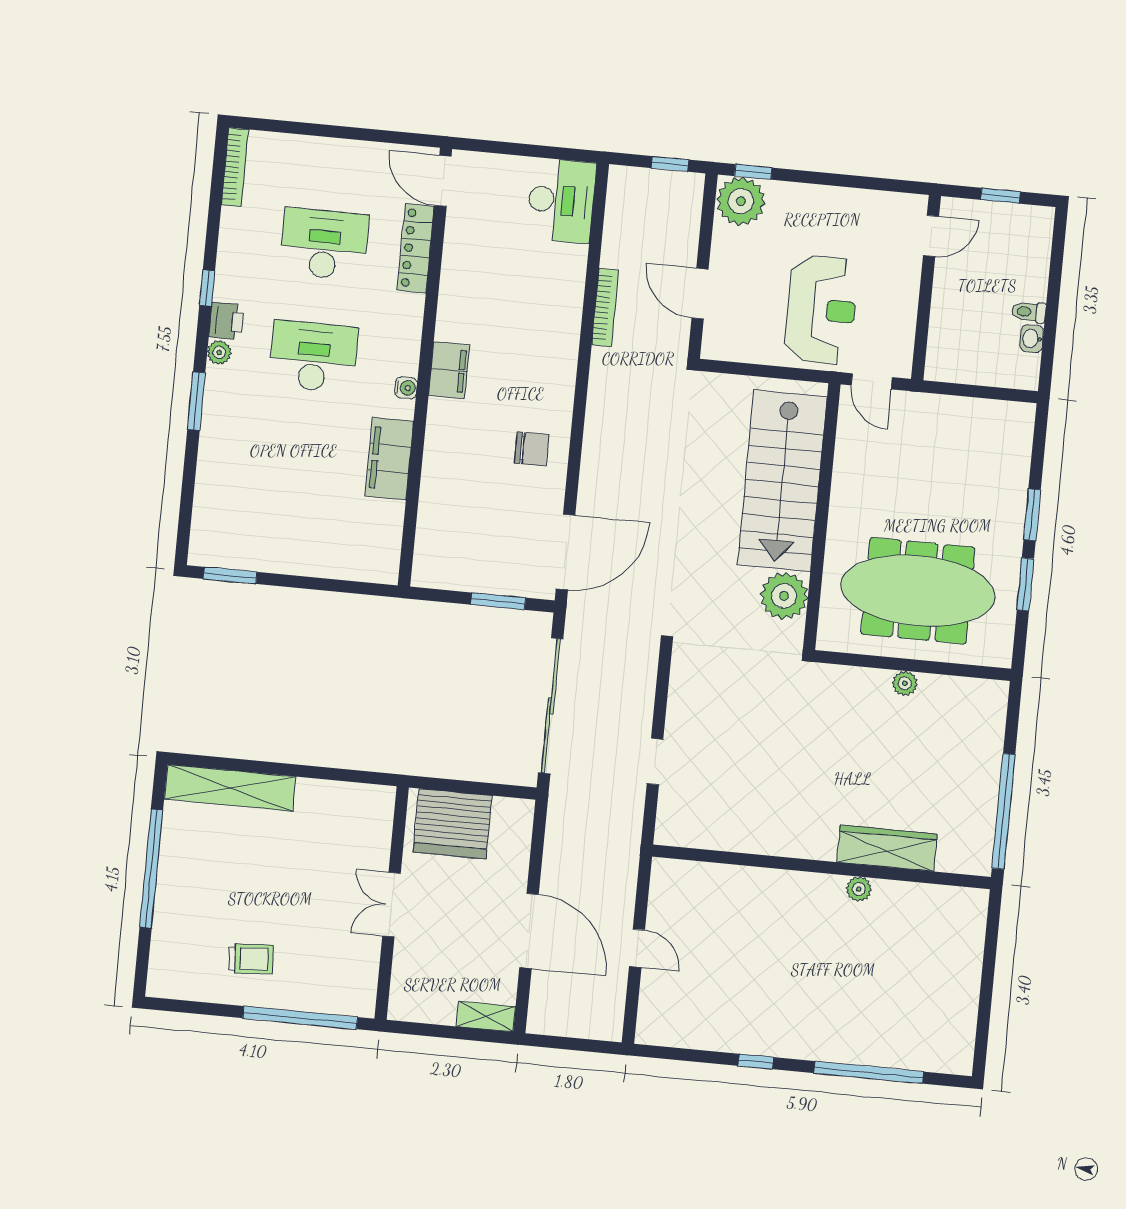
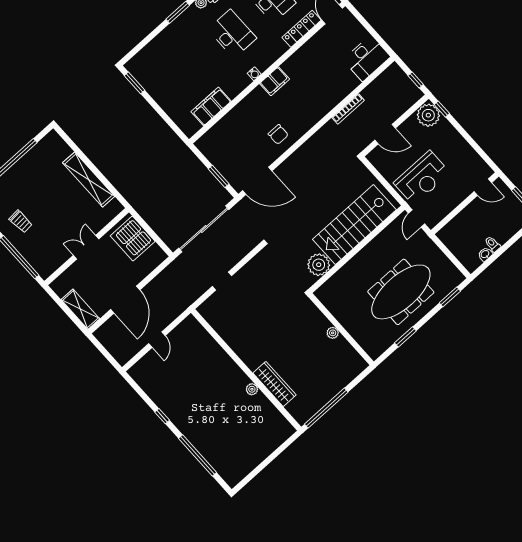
door: (700, 294) -> (385, 134), swing flipped
filing cabinet: (389, 459) -> (211, 106), moved
window: (1032, 515) -> (450, 297), moved
meeting table: (918, 591) -> (401, 292), moved, turned 90
shelving: (230, 788) -> (89, 179), moved
shelving: (486, 1017) -> (80, 309), width x1.50, depth x1.33

